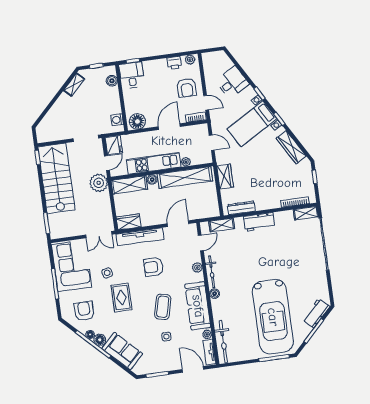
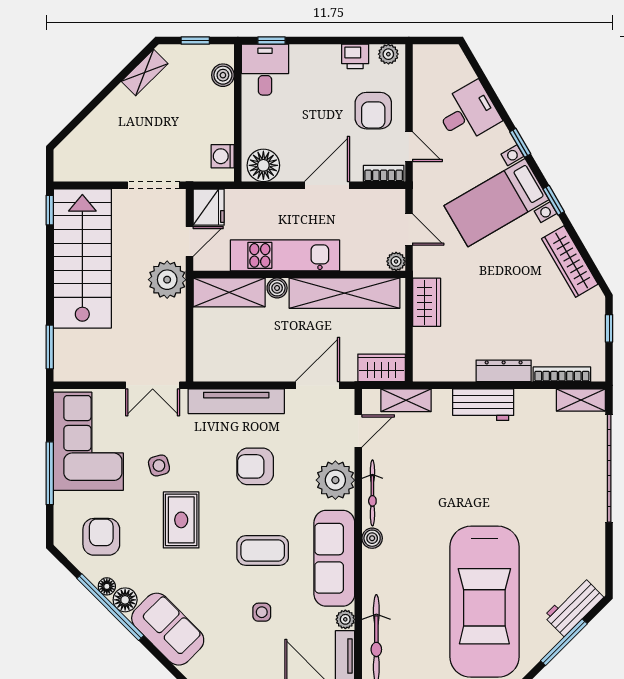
plant: (186, 162) -> (396, 261), moved
dresser: (241, 208) -> (504, 371), moved
wardrobe: (129, 222) -> (382, 368), moved
plant: (197, 267) -> (335, 480), width x1.87, depth x1.87
coffee table: (163, 307) -> (263, 550), turned 76

